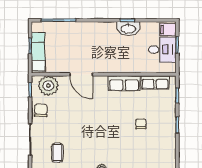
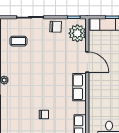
door: (81, 74) -> (87, 62), swing flipped
row of seats: (124, 83) -> (79, 87), moved

